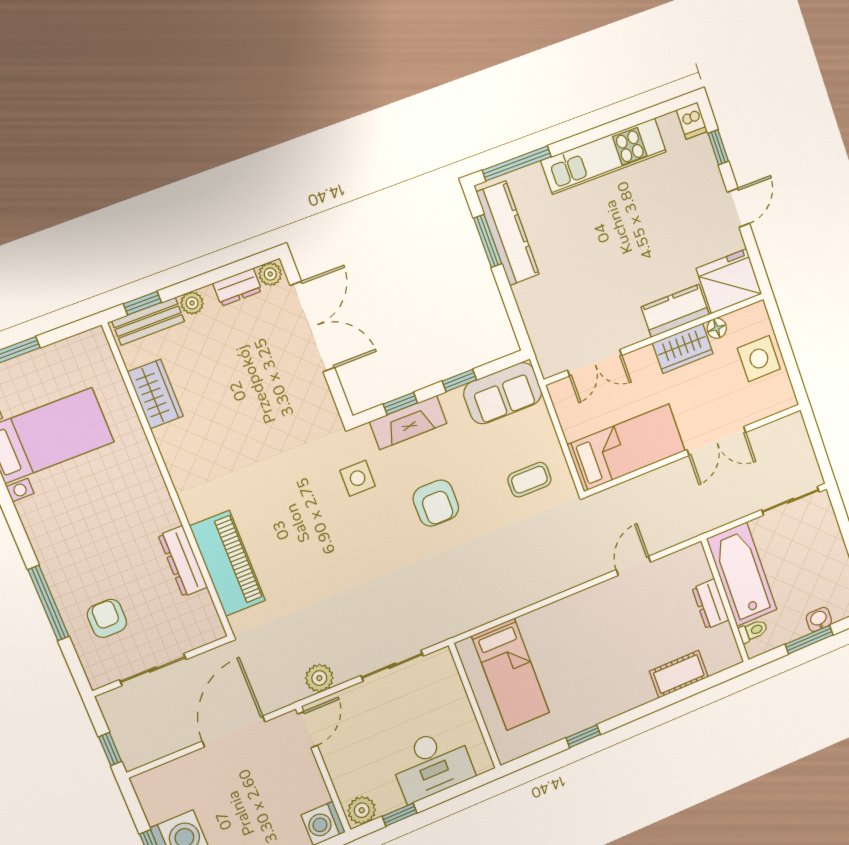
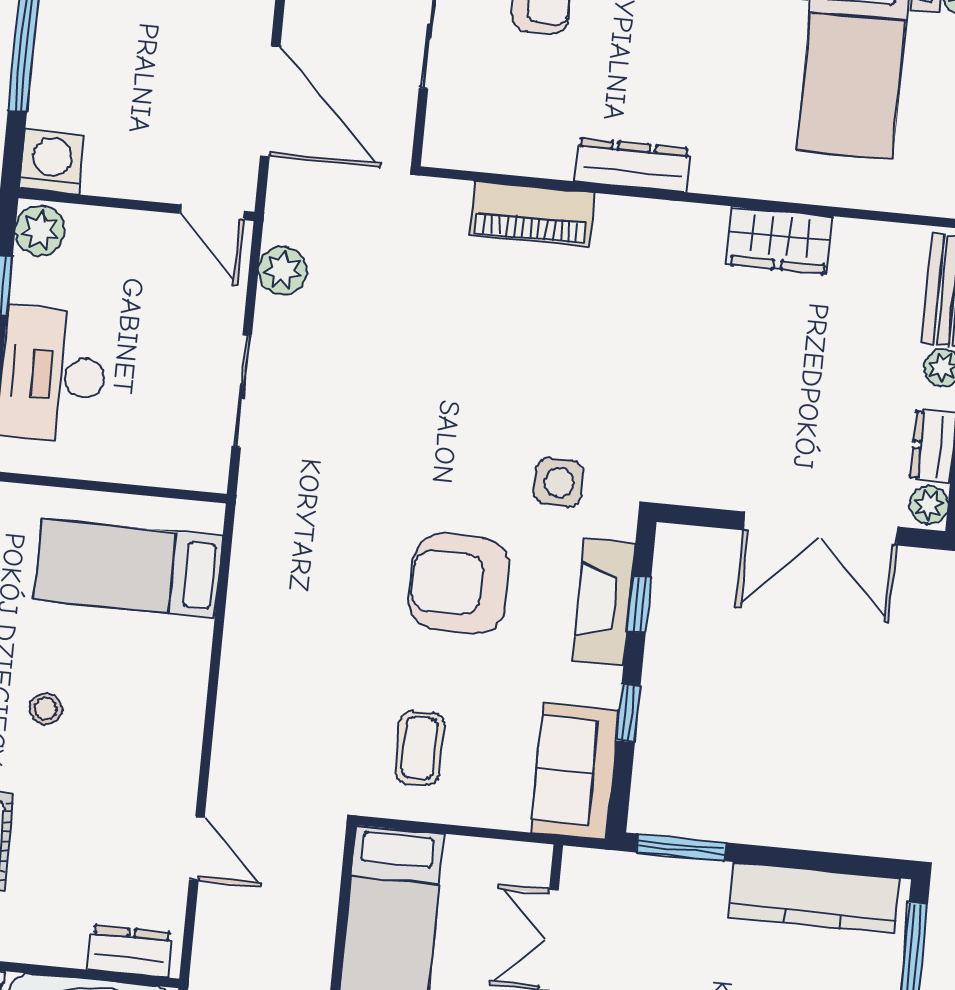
window: (488, 241) -> (681, 847), moved
wardrobe: (155, 394) -> (780, 240), moved
armchair: (436, 503) -> (459, 584), width x1.36, depth x1.36
dresser: (183, 561) -> (632, 165), moved
piano: (228, 563) -> (532, 214), width x0.73, depth x0.75
dresser: (710, 604) -> (130, 951), moved
stool: (600, 678) -> (46, 709), added

